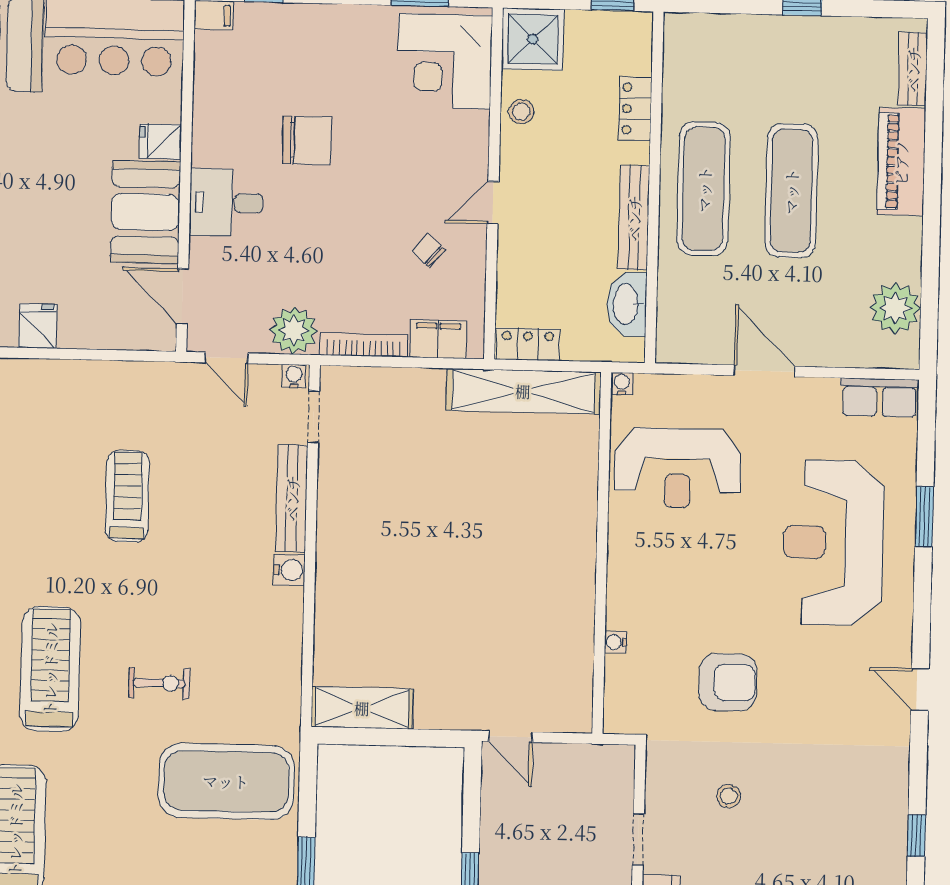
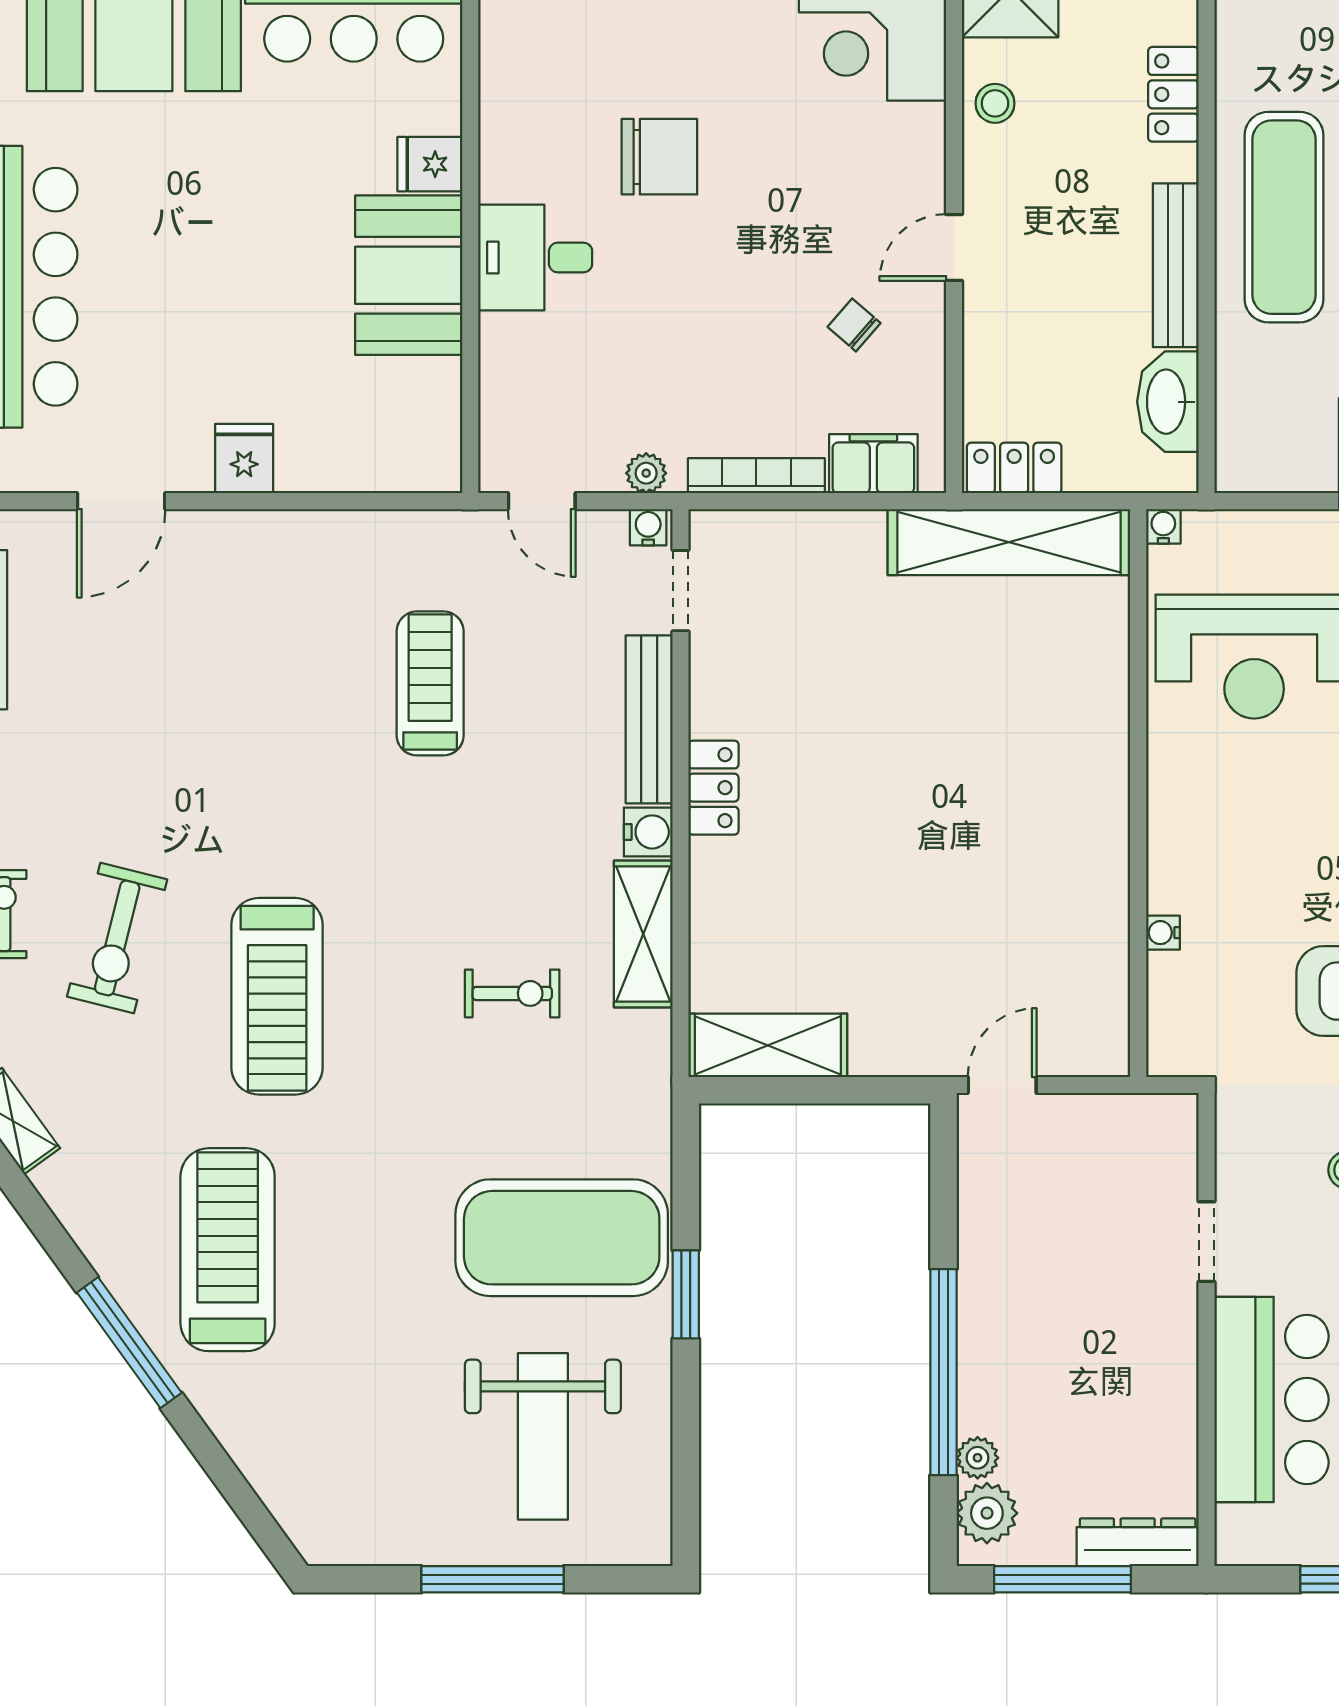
door: (182, 296) -> (470, 406), removed
plant: (294, 330) -> (646, 473), width x0.53, depth x0.53
treadmill: (127, 496) -> (430, 683), moved
locker: (331, 543) -> (713, 788), added
shelving: (284, 635) -> (643, 934), added
treadmill: (50, 669) -> (277, 996), turned 180
exercise bike: (159, 683) -> (512, 993), moved
door: (511, 737) -> (1002, 1085), swing flipped
exercise mat: (226, 781) -> (562, 1238), moved

